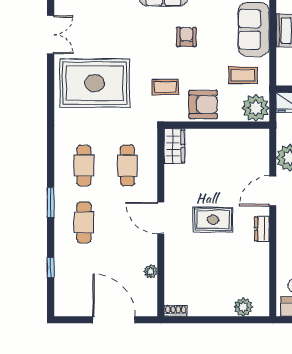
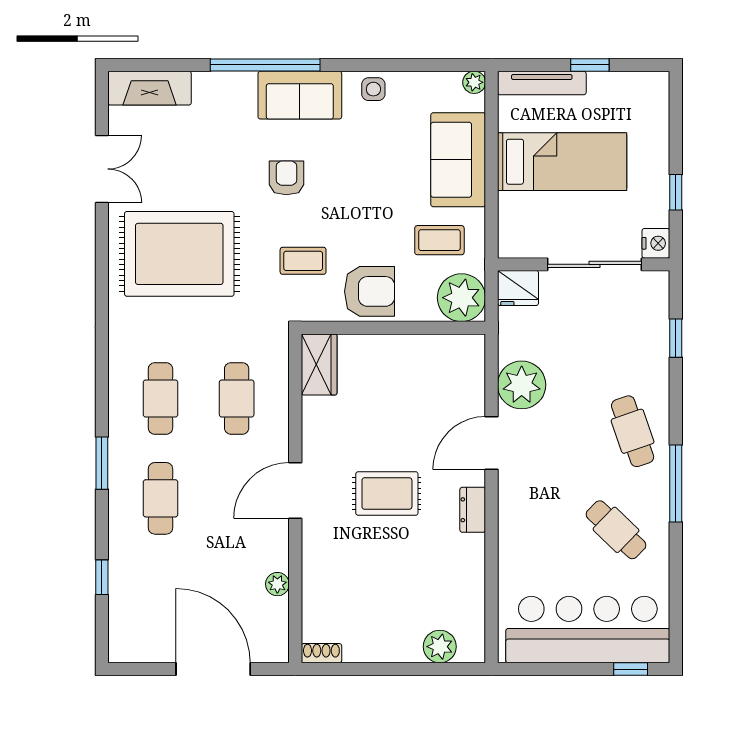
armchair: (186, 37) -> (286, 178), moved
door: (161, 218) -> (295, 490), hinge flipped

